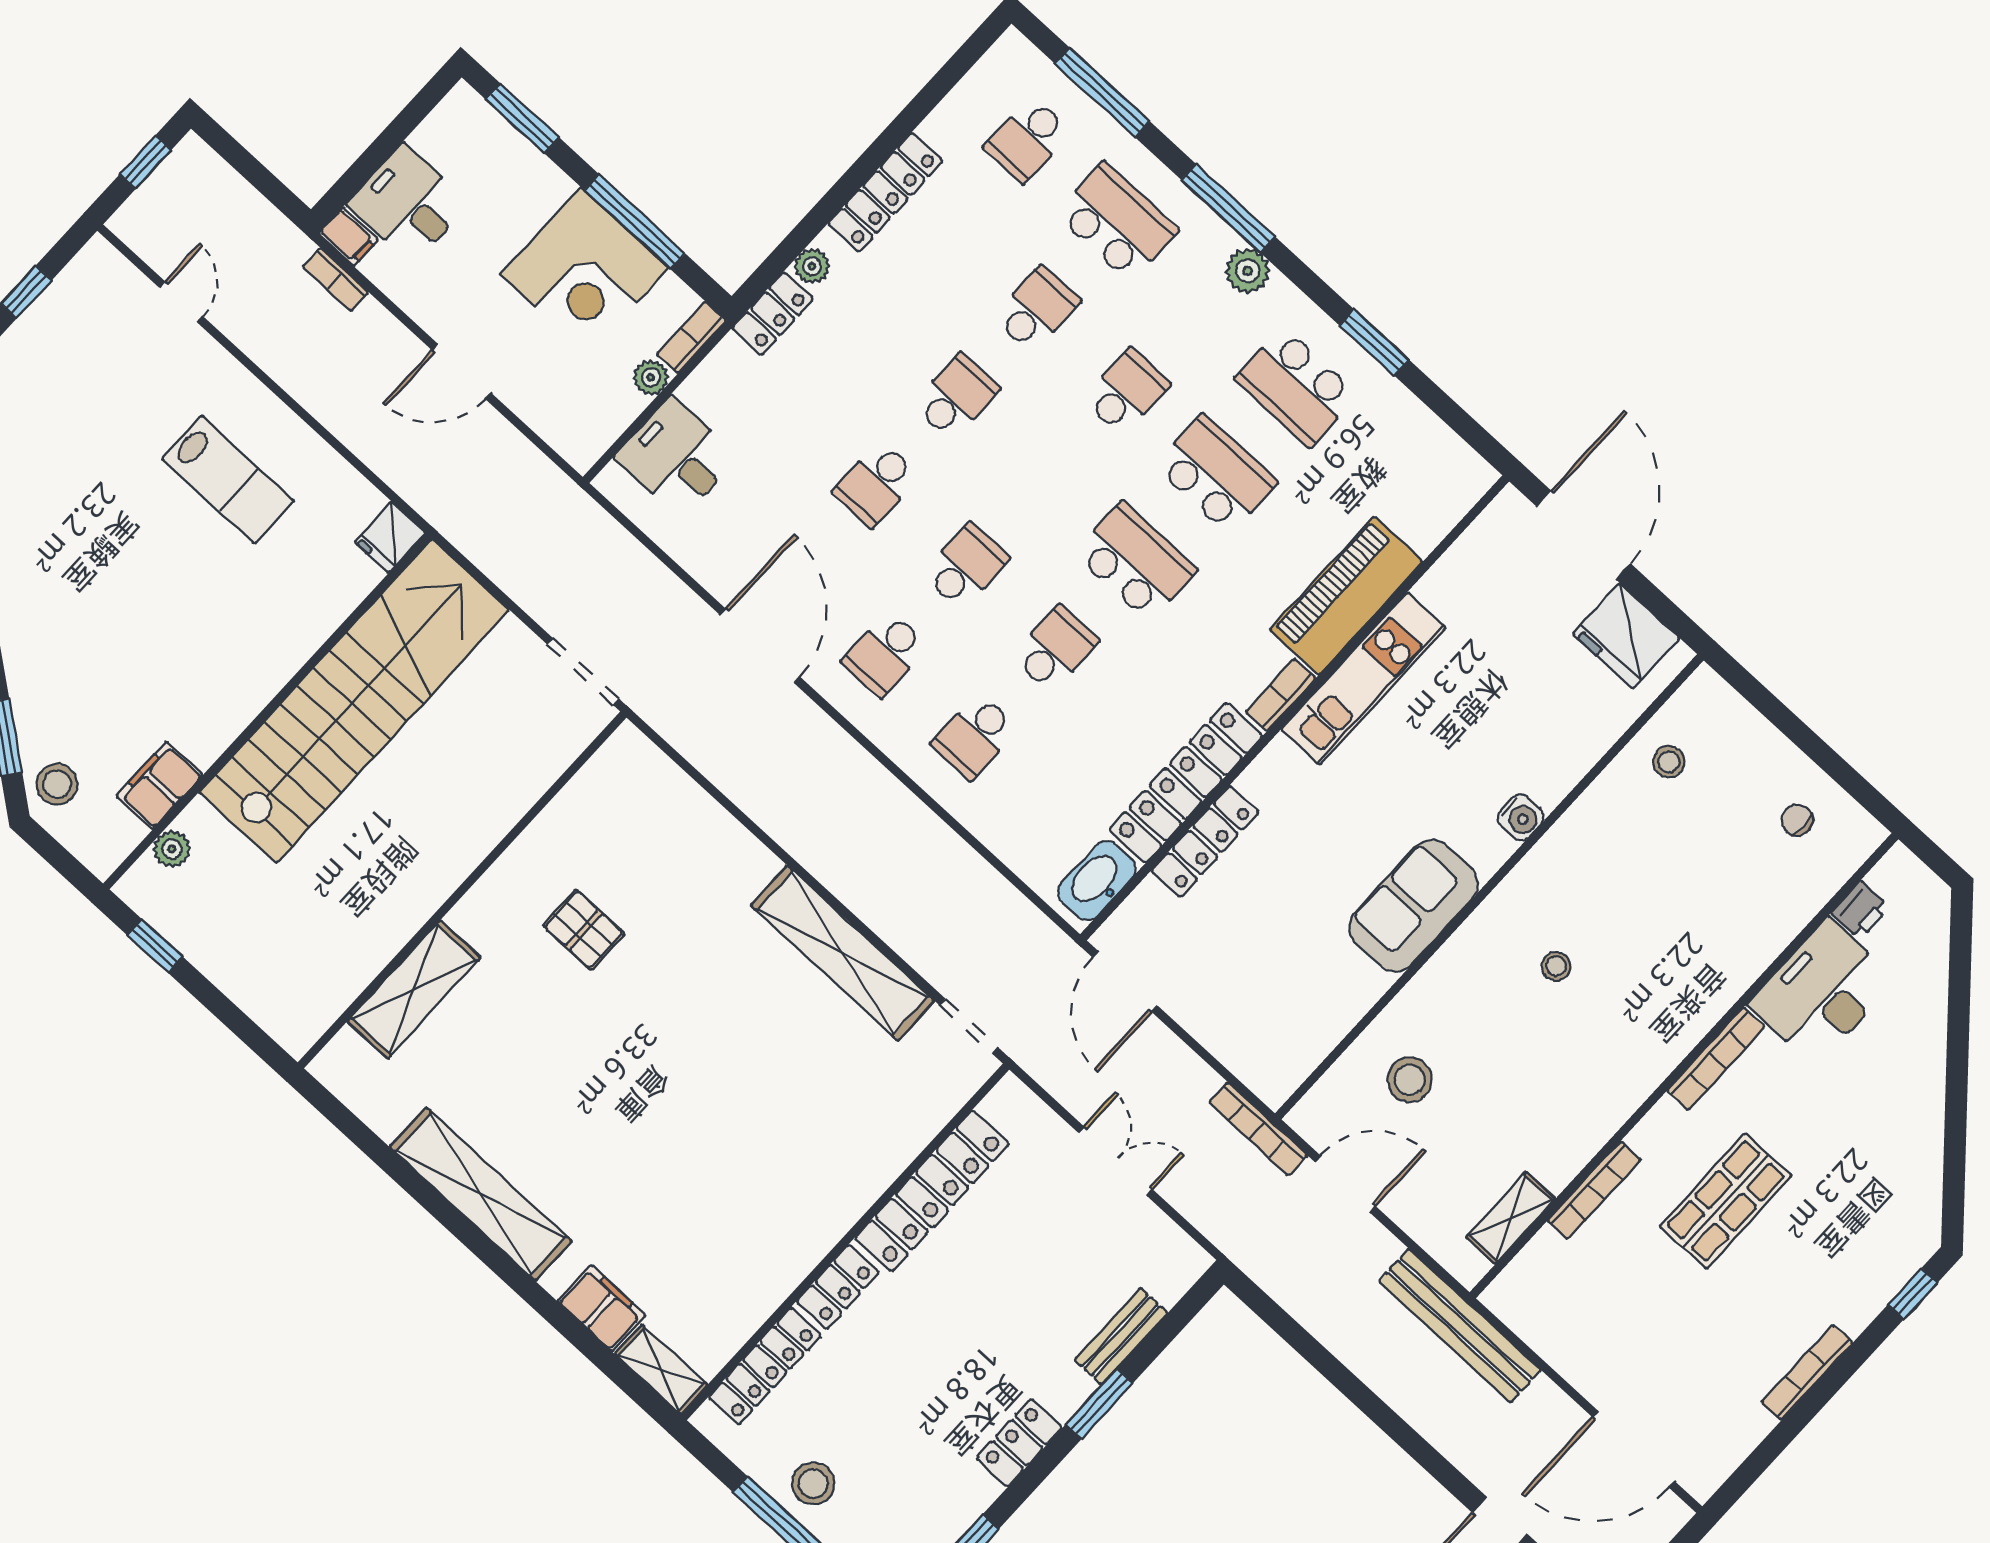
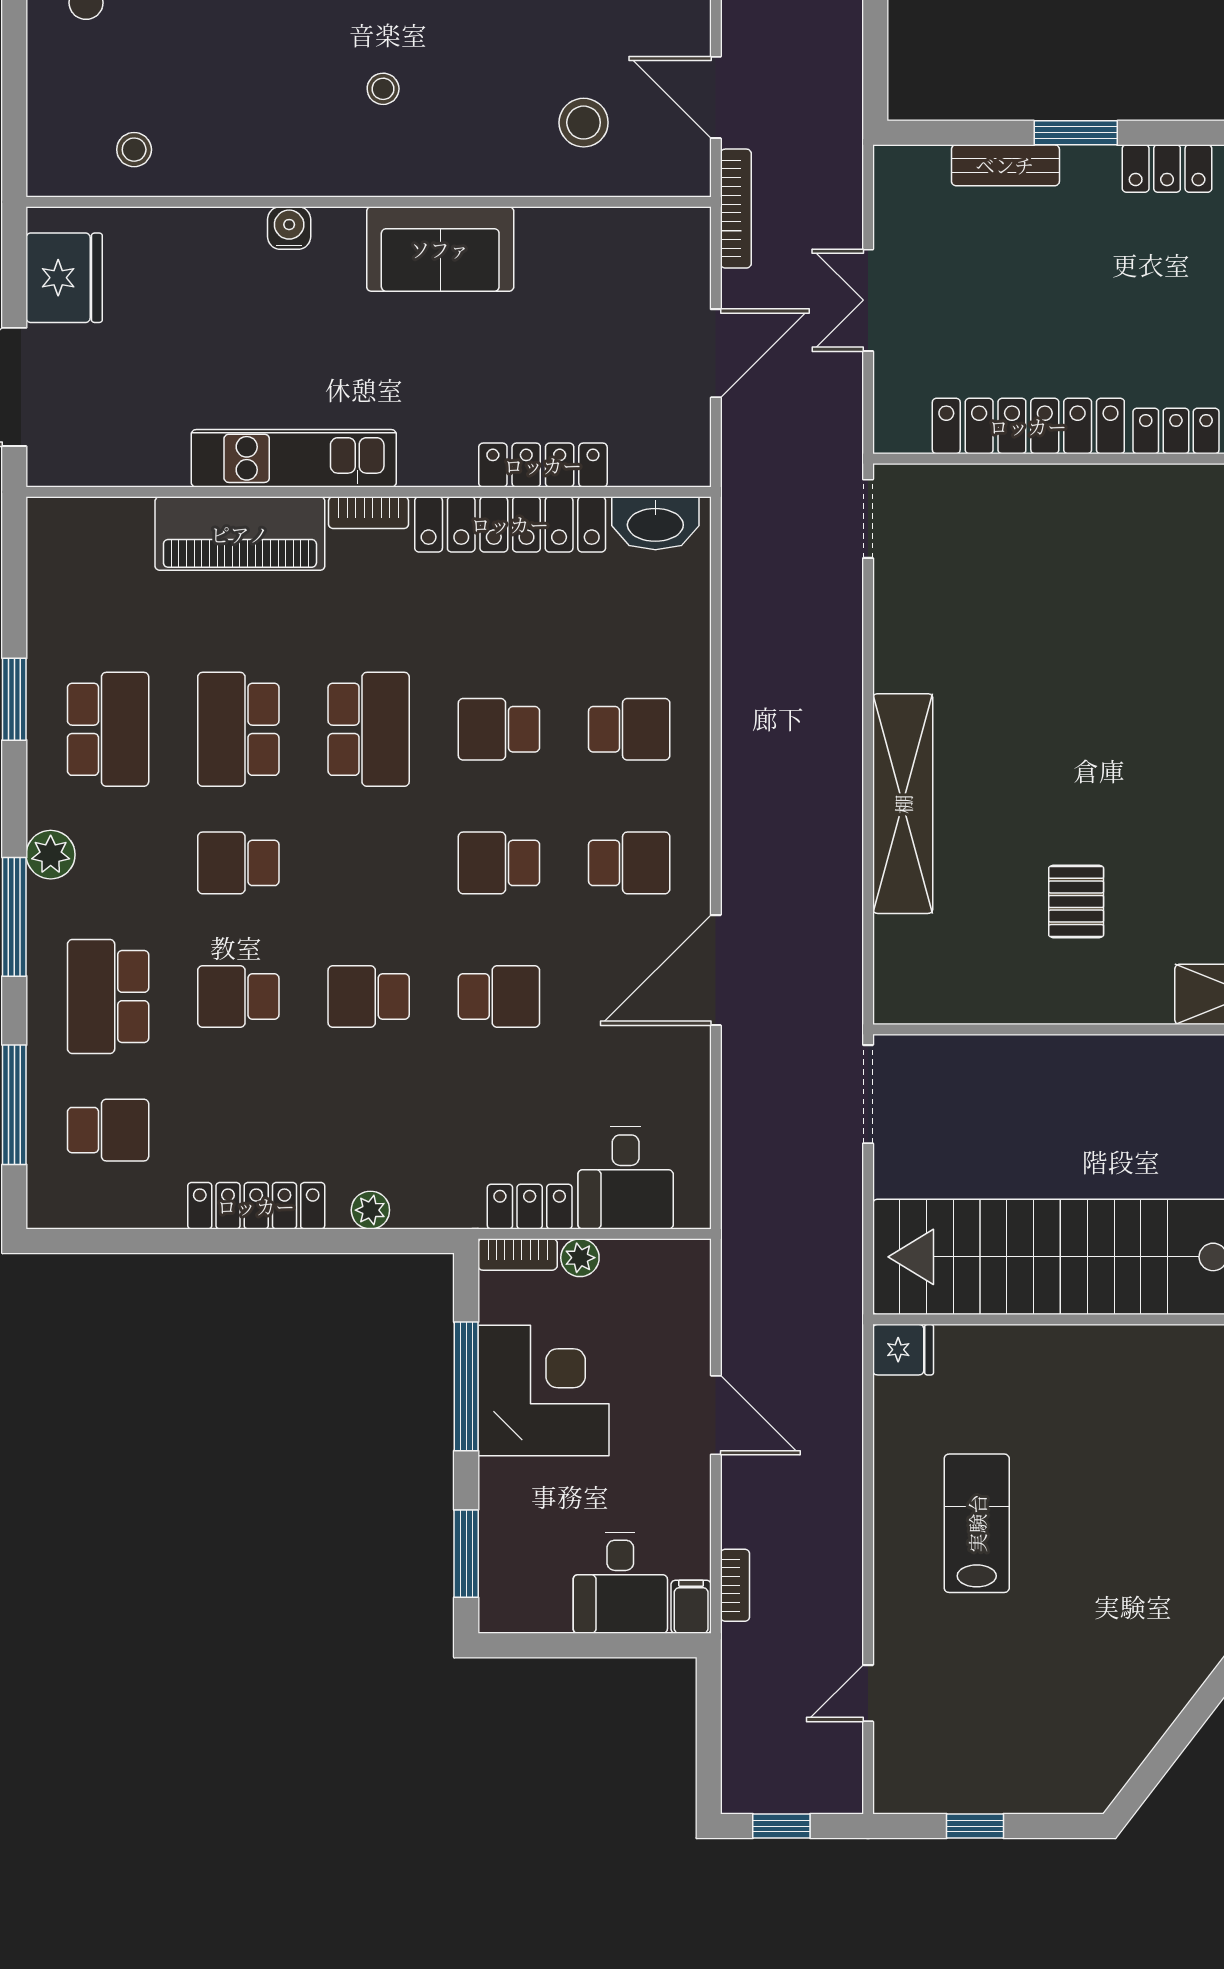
locker: (773, 314) -> (530, 1207), moved
school desk: (1136, 562) -> (369, 729), turned 180
shelving: (843, 953) -> (903, 804), moved
door: (1125, 982) -> (716, 353), moved

